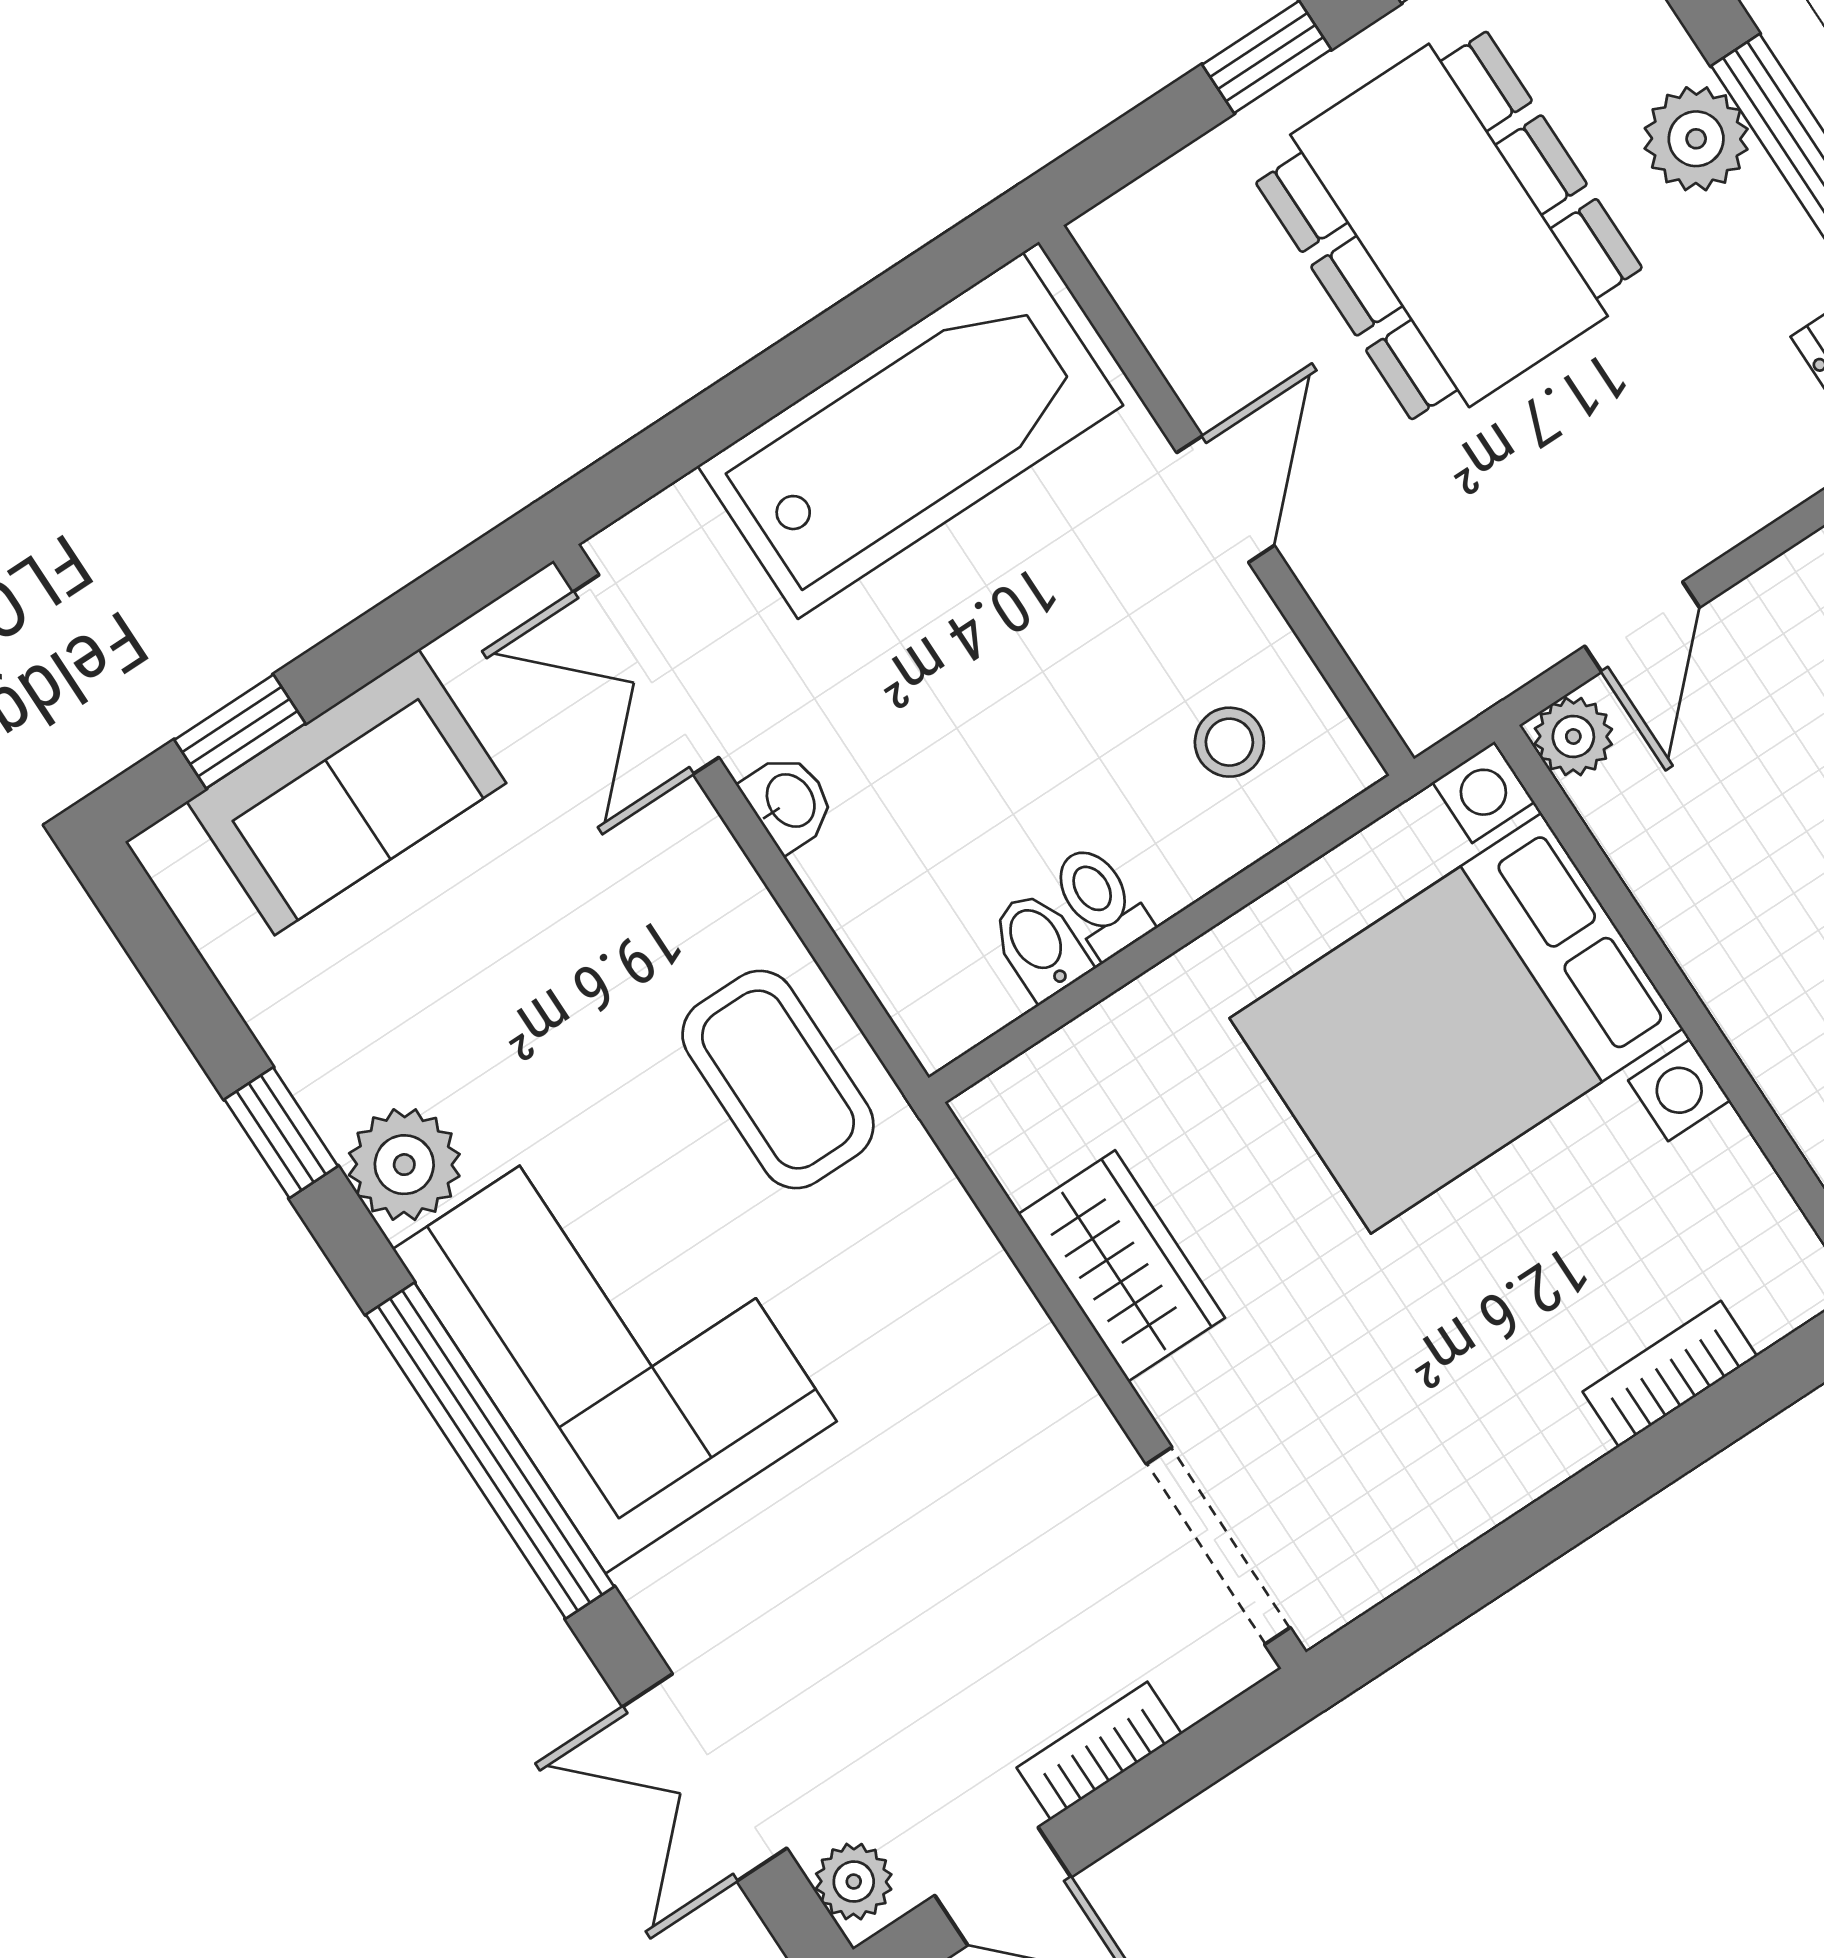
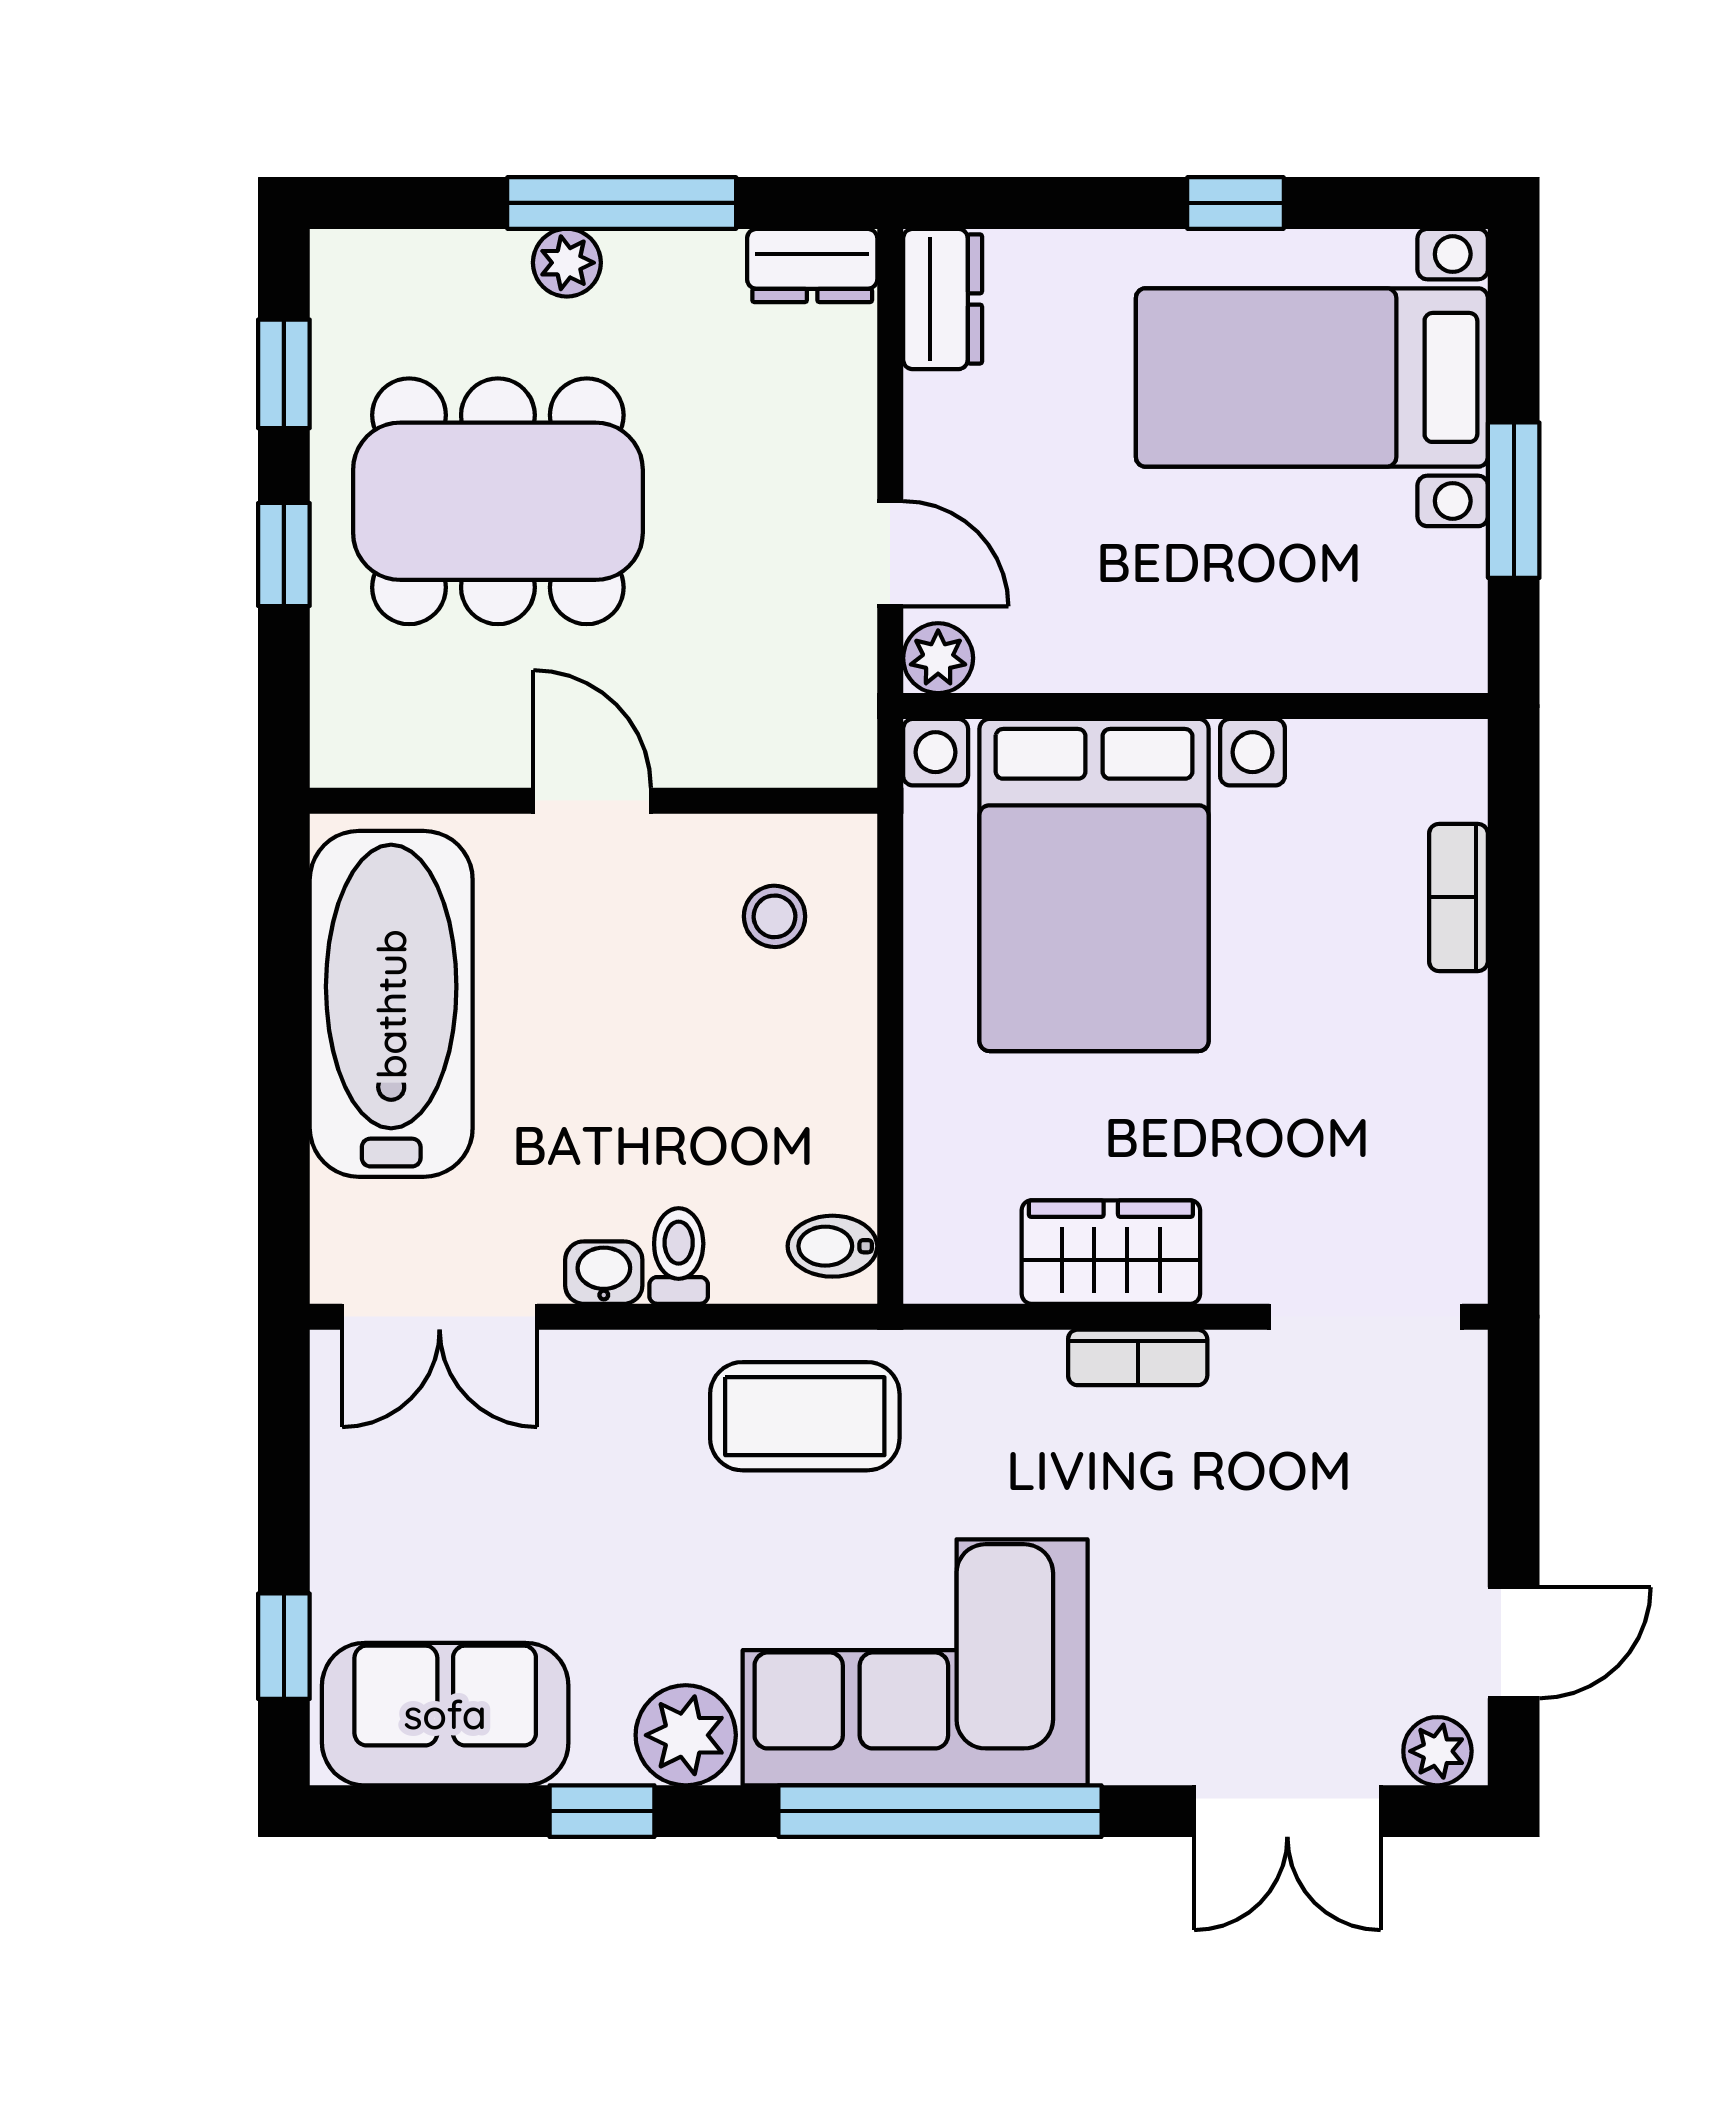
plant: (1696, 139) -> (567, 263), width x0.73, depth x0.73
sofa: (346, 792) -> (445, 1714), moved, turned -90
toilet: (1100, 901) -> (679, 1256), moved, turned 90
bidet: (1039, 945) -> (832, 1246), moved
bookcase: (1099, 1751) -> (1138, 1357), moved, turned -90

